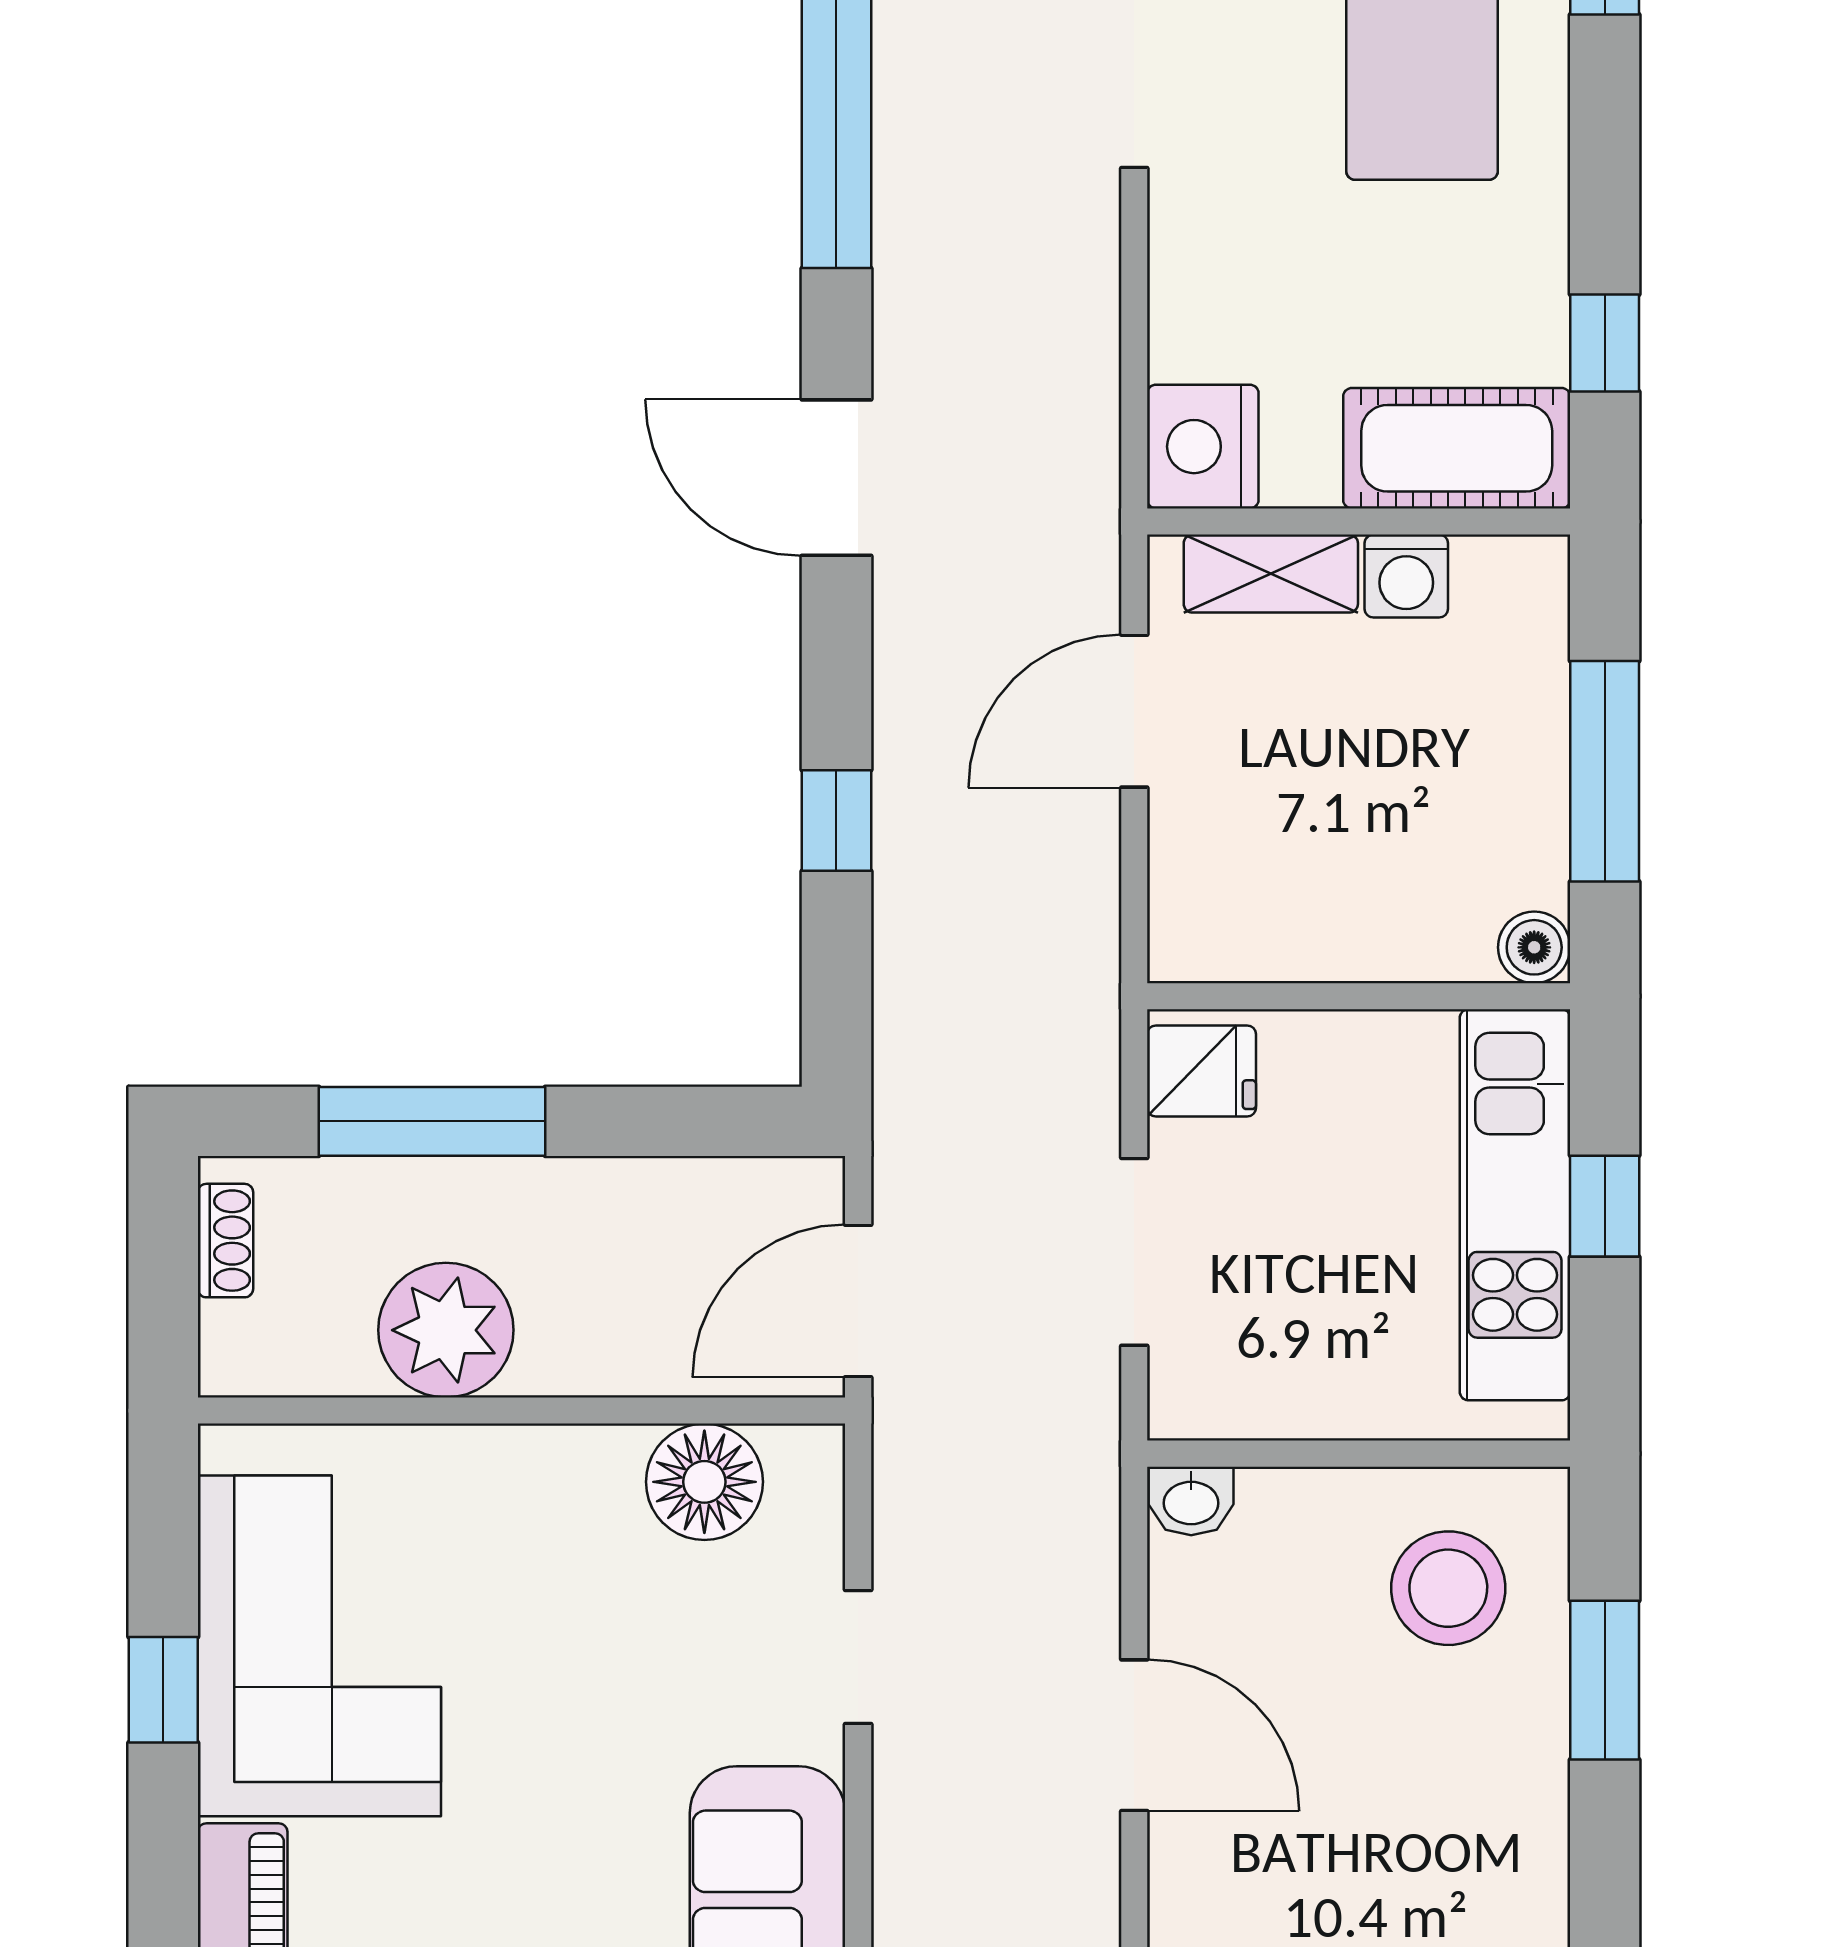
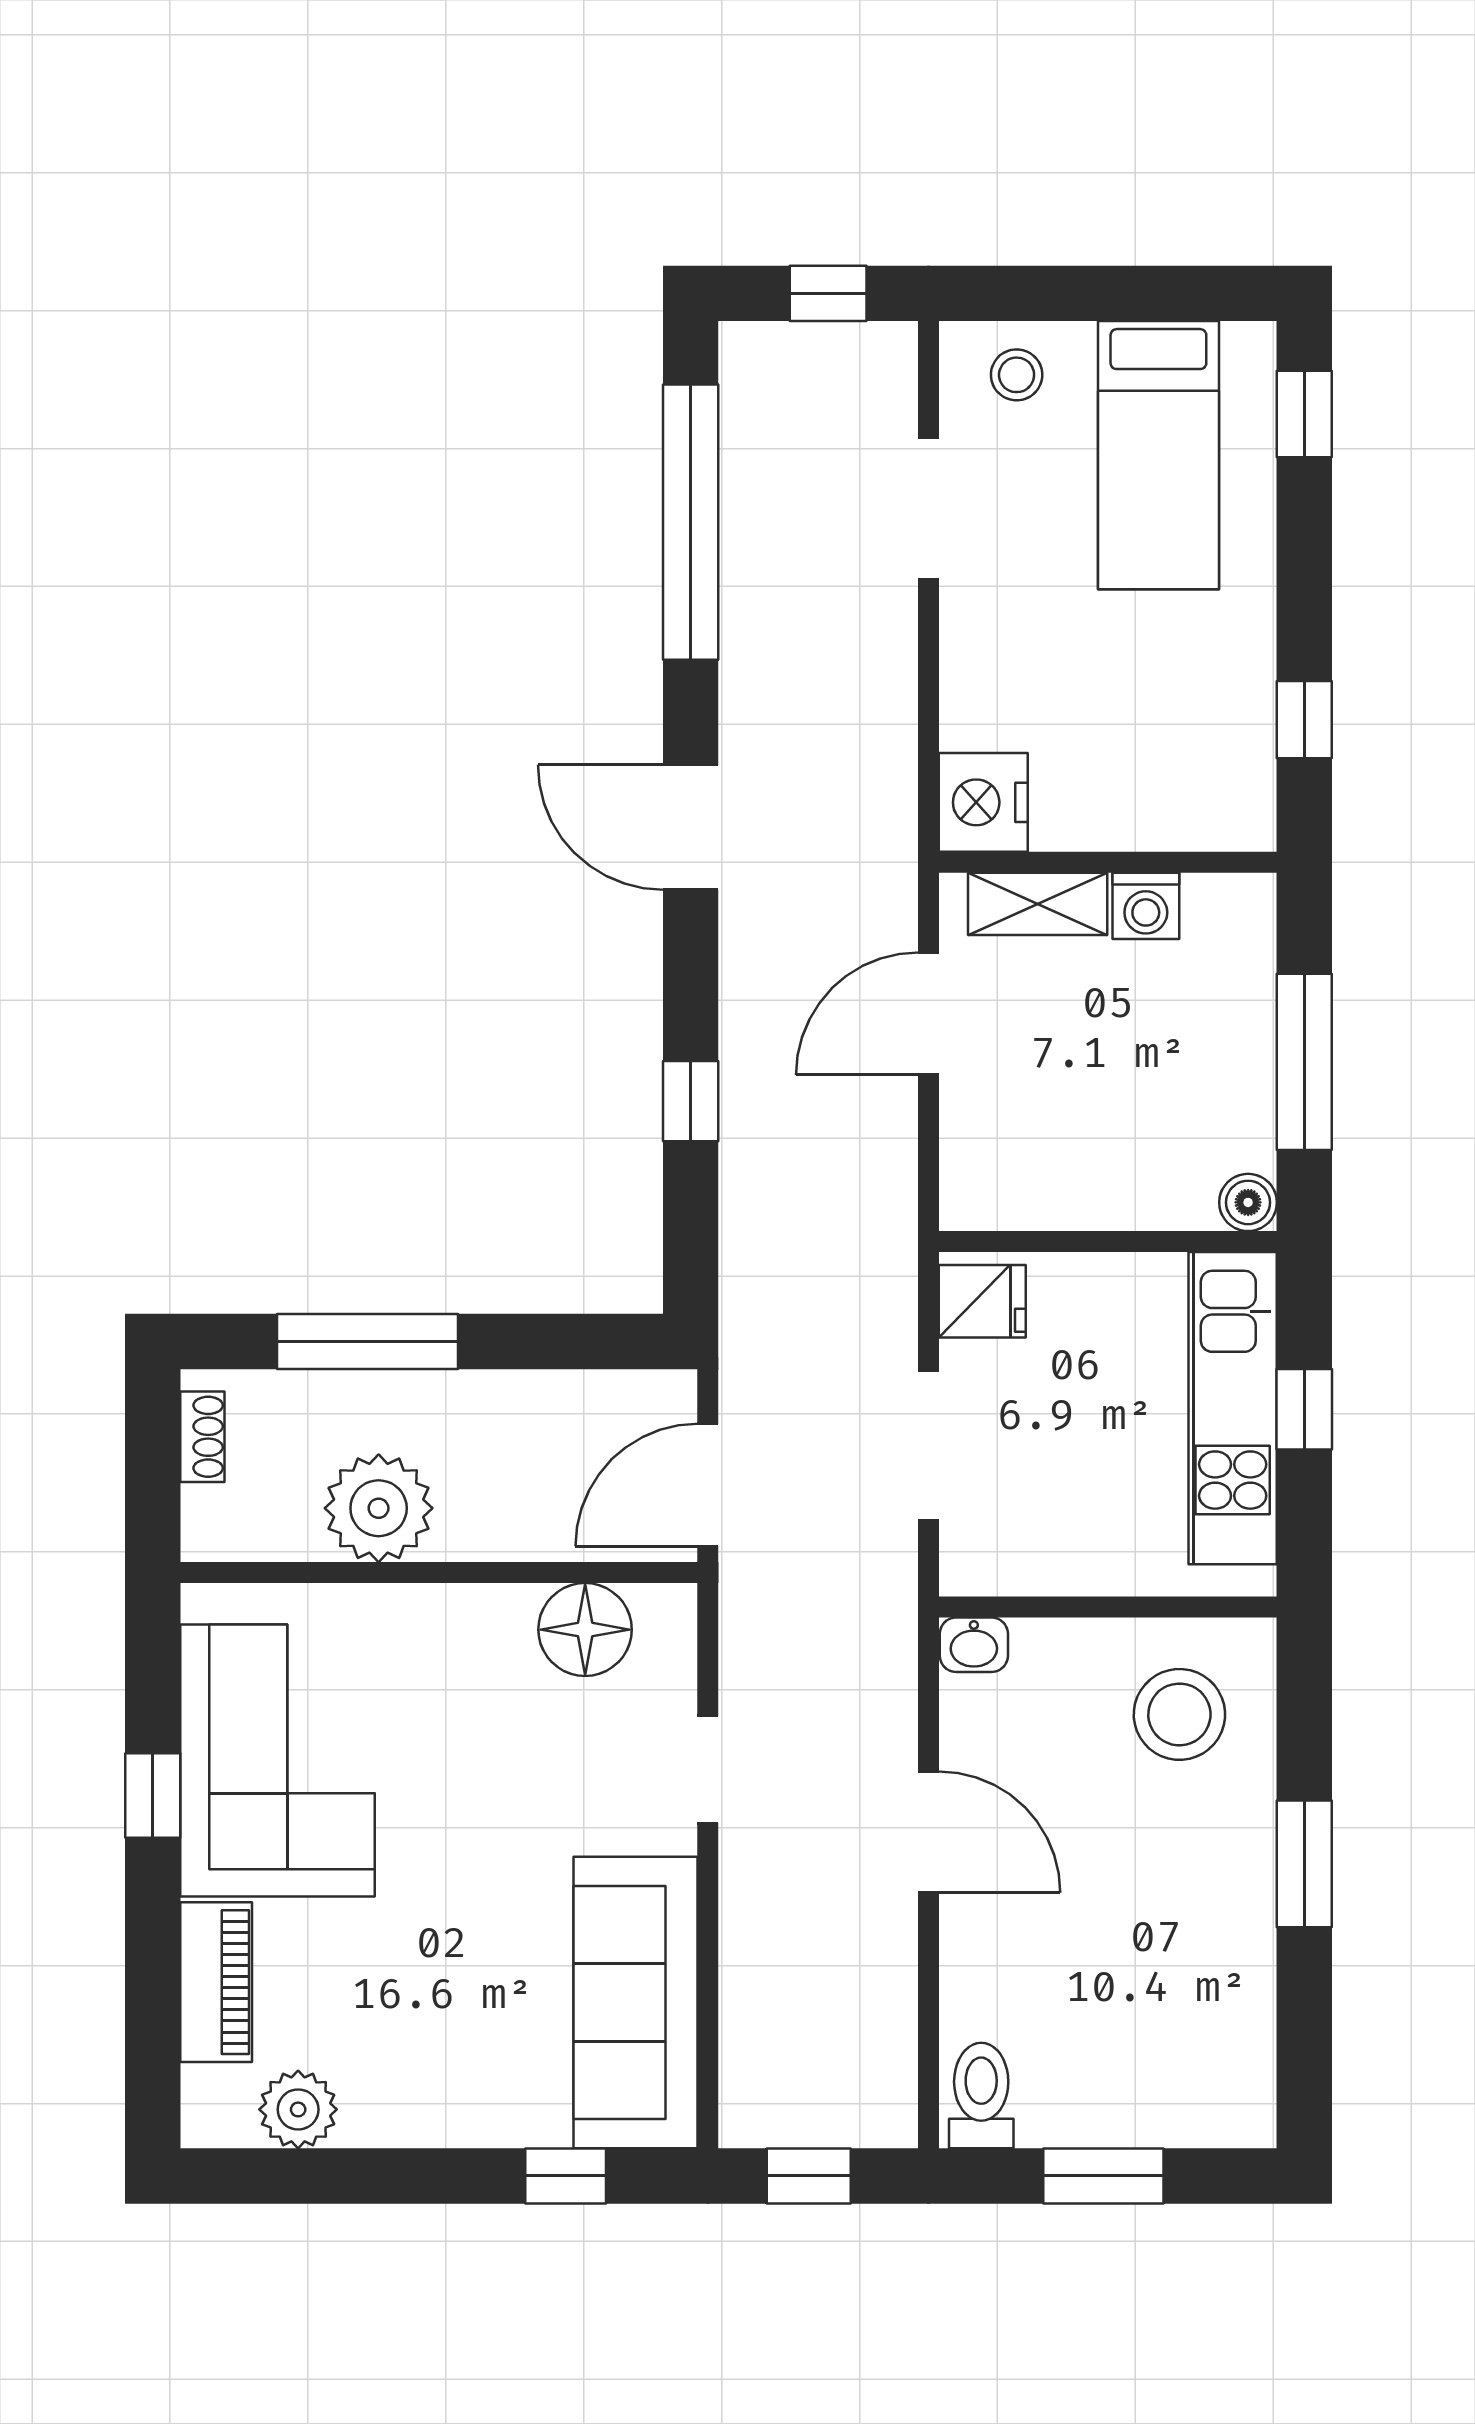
cot: (1457, 448) -> (1186, 804), removed
window: (1605, 1680) -> (1304, 1864), moved

